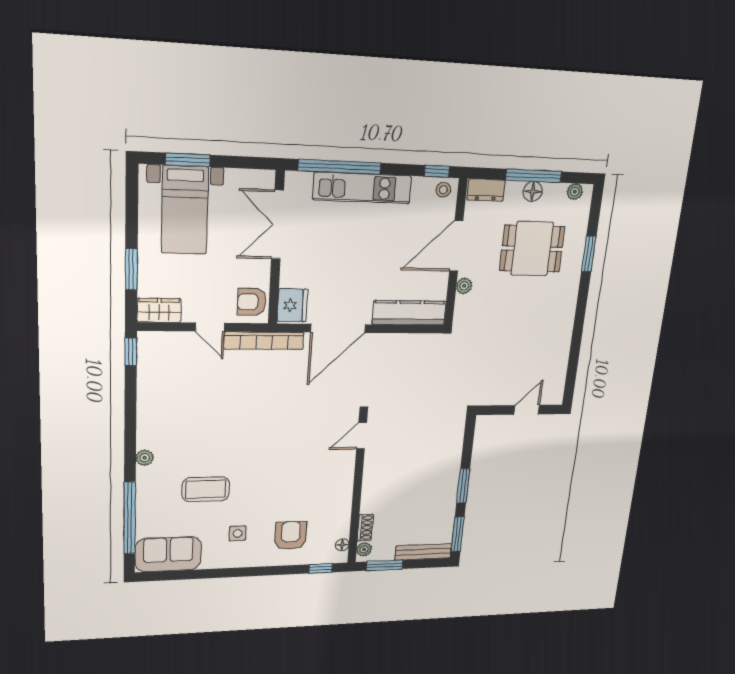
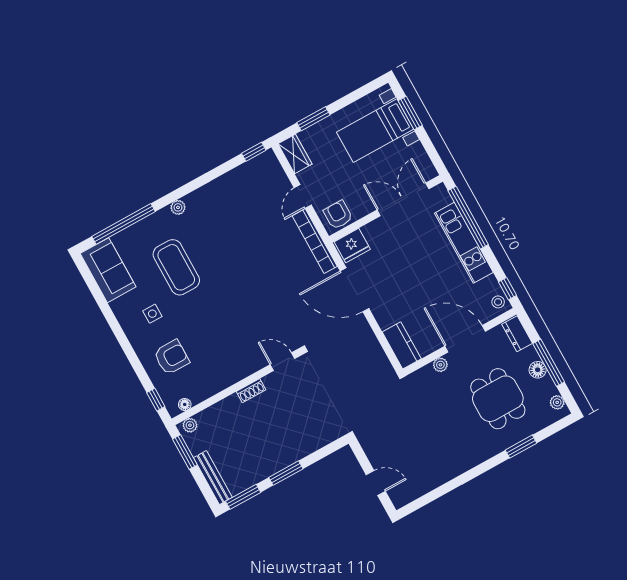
kitchen counter: (409, 313) -> (402, 345), width x0.67
coffee table: (206, 489) -> (176, 267), width x1.36, depth x1.32
shoe rack: (365, 528) -> (251, 391), moved

